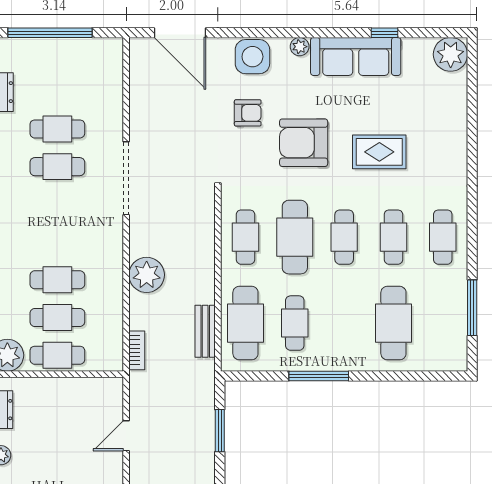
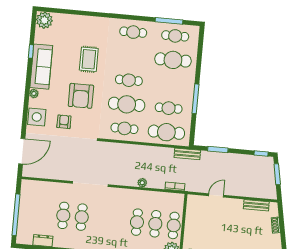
cafe table: (393, 237) -> (175, 36), moved
plant: (147, 275) -> (142, 183), width x0.53, depth x0.53
bench: (205, 331) -> (187, 154), moved
door: (126, 436) -> (216, 195), swing flipped

